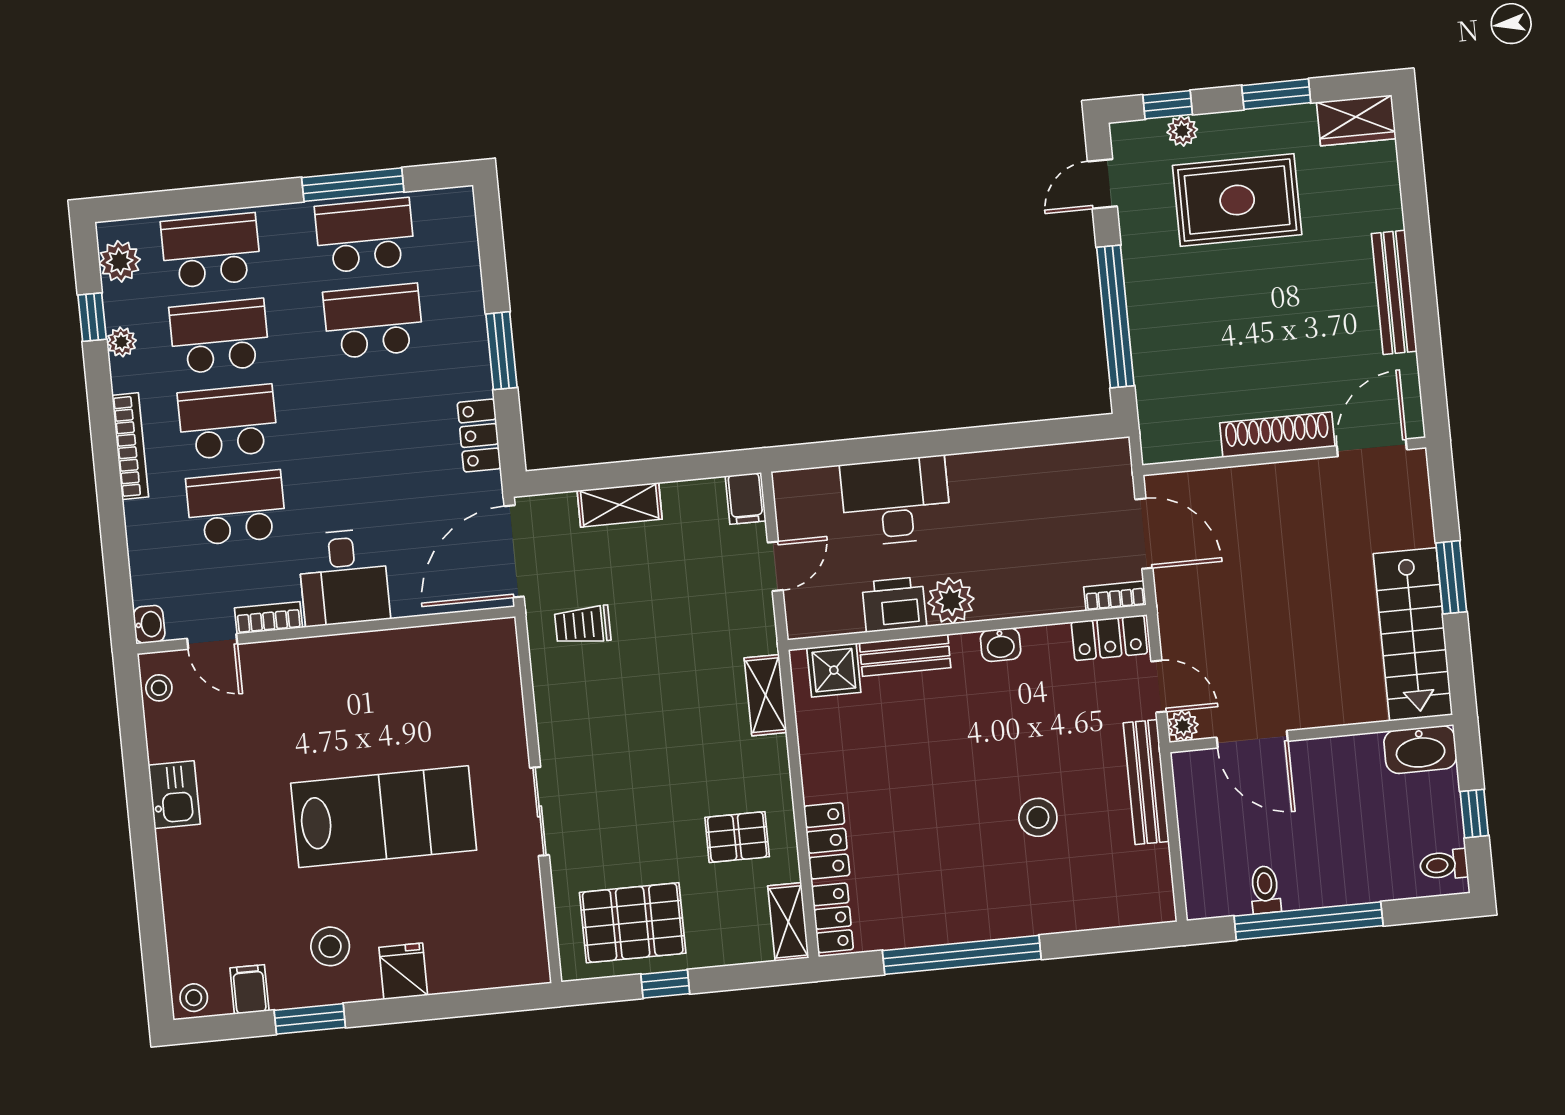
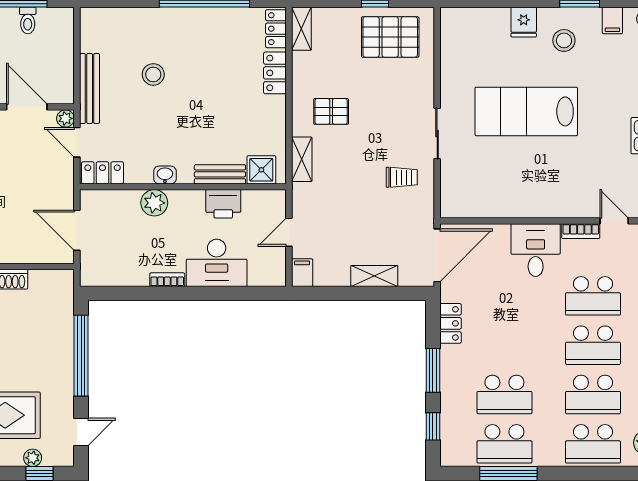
window: (492, 254) -> (433, 426), added
bookcase: (1115, 596) -> (167, 280), moved, turned 180
plant: (951, 601) -> (154, 203), moved
trolley: (583, 625) -> (402, 177), moved
sliding door: (540, 811) -> (437, 133), moved
pallet: (737, 837) -> (331, 111), moved

